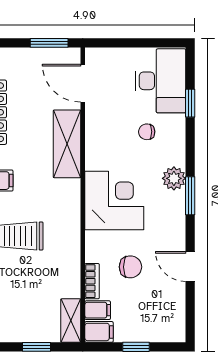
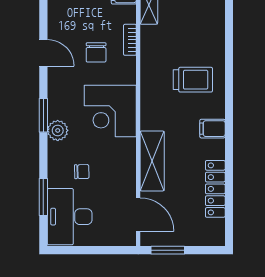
window: (190, 103) -> (43, 197), width x1.50
chair: (130, 267) -> (96, 52), turned -90
filing cabinet: (98, 310) -> (125, 14), removed

